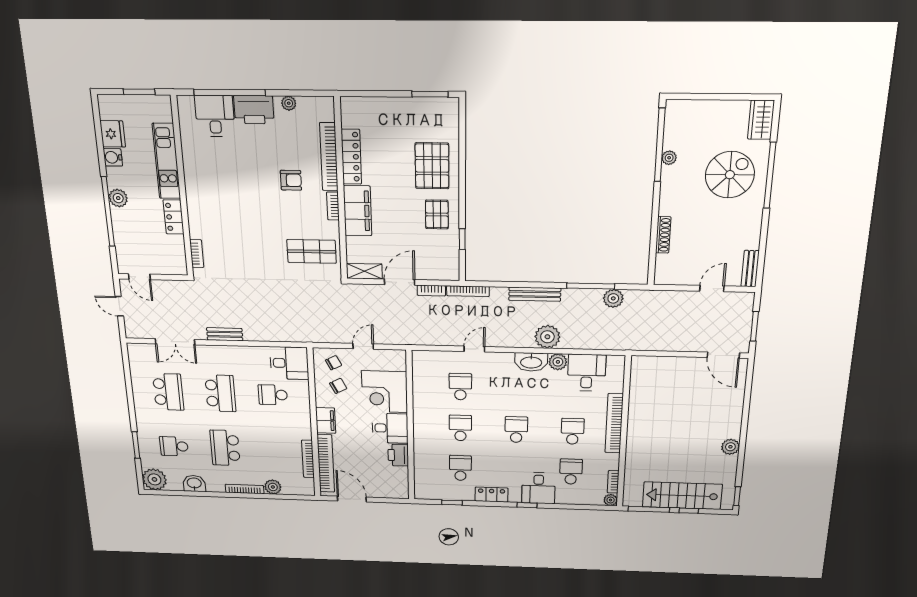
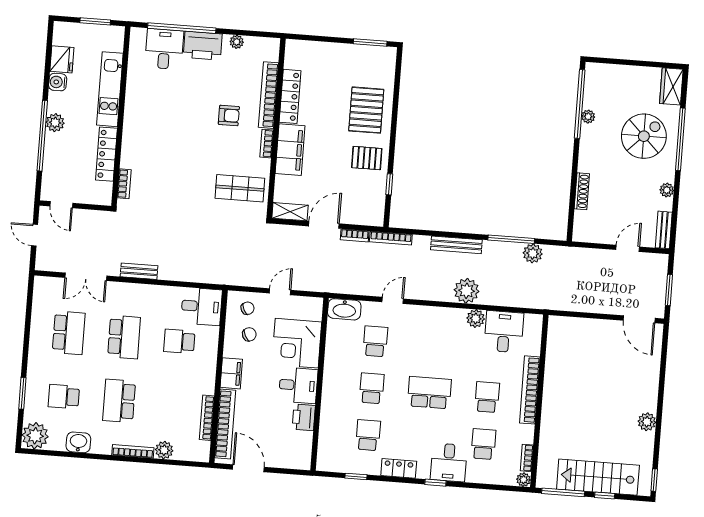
pallet: (437, 215) -> (367, 158), turned 90
locker: (174, 217) -> (106, 154), width x1.53
plant: (754, 229) -> (667, 190), added
washbasin: (531, 362) -> (344, 309), moved
school desk: (516, 430) -> (429, 393), width x1.85

